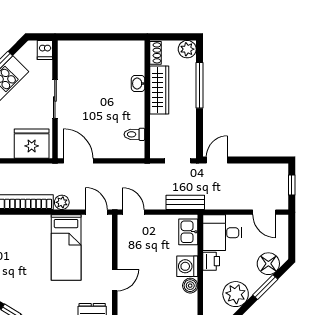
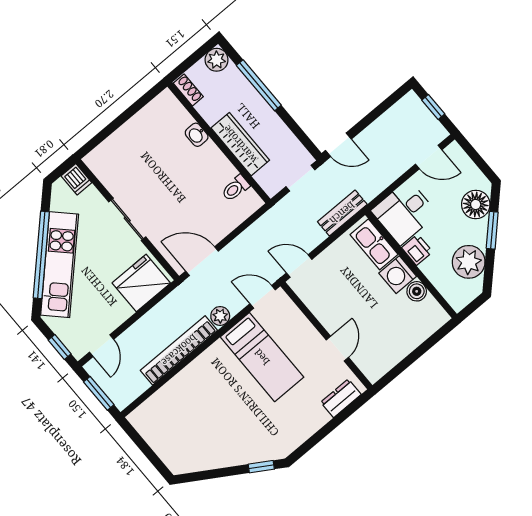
wardrobe: (159, 90) -> (240, 144), moved
door: (217, 160) -> (338, 145), swing flipped
kitchen sink: (188, 232) -> (374, 244), width x1.38

